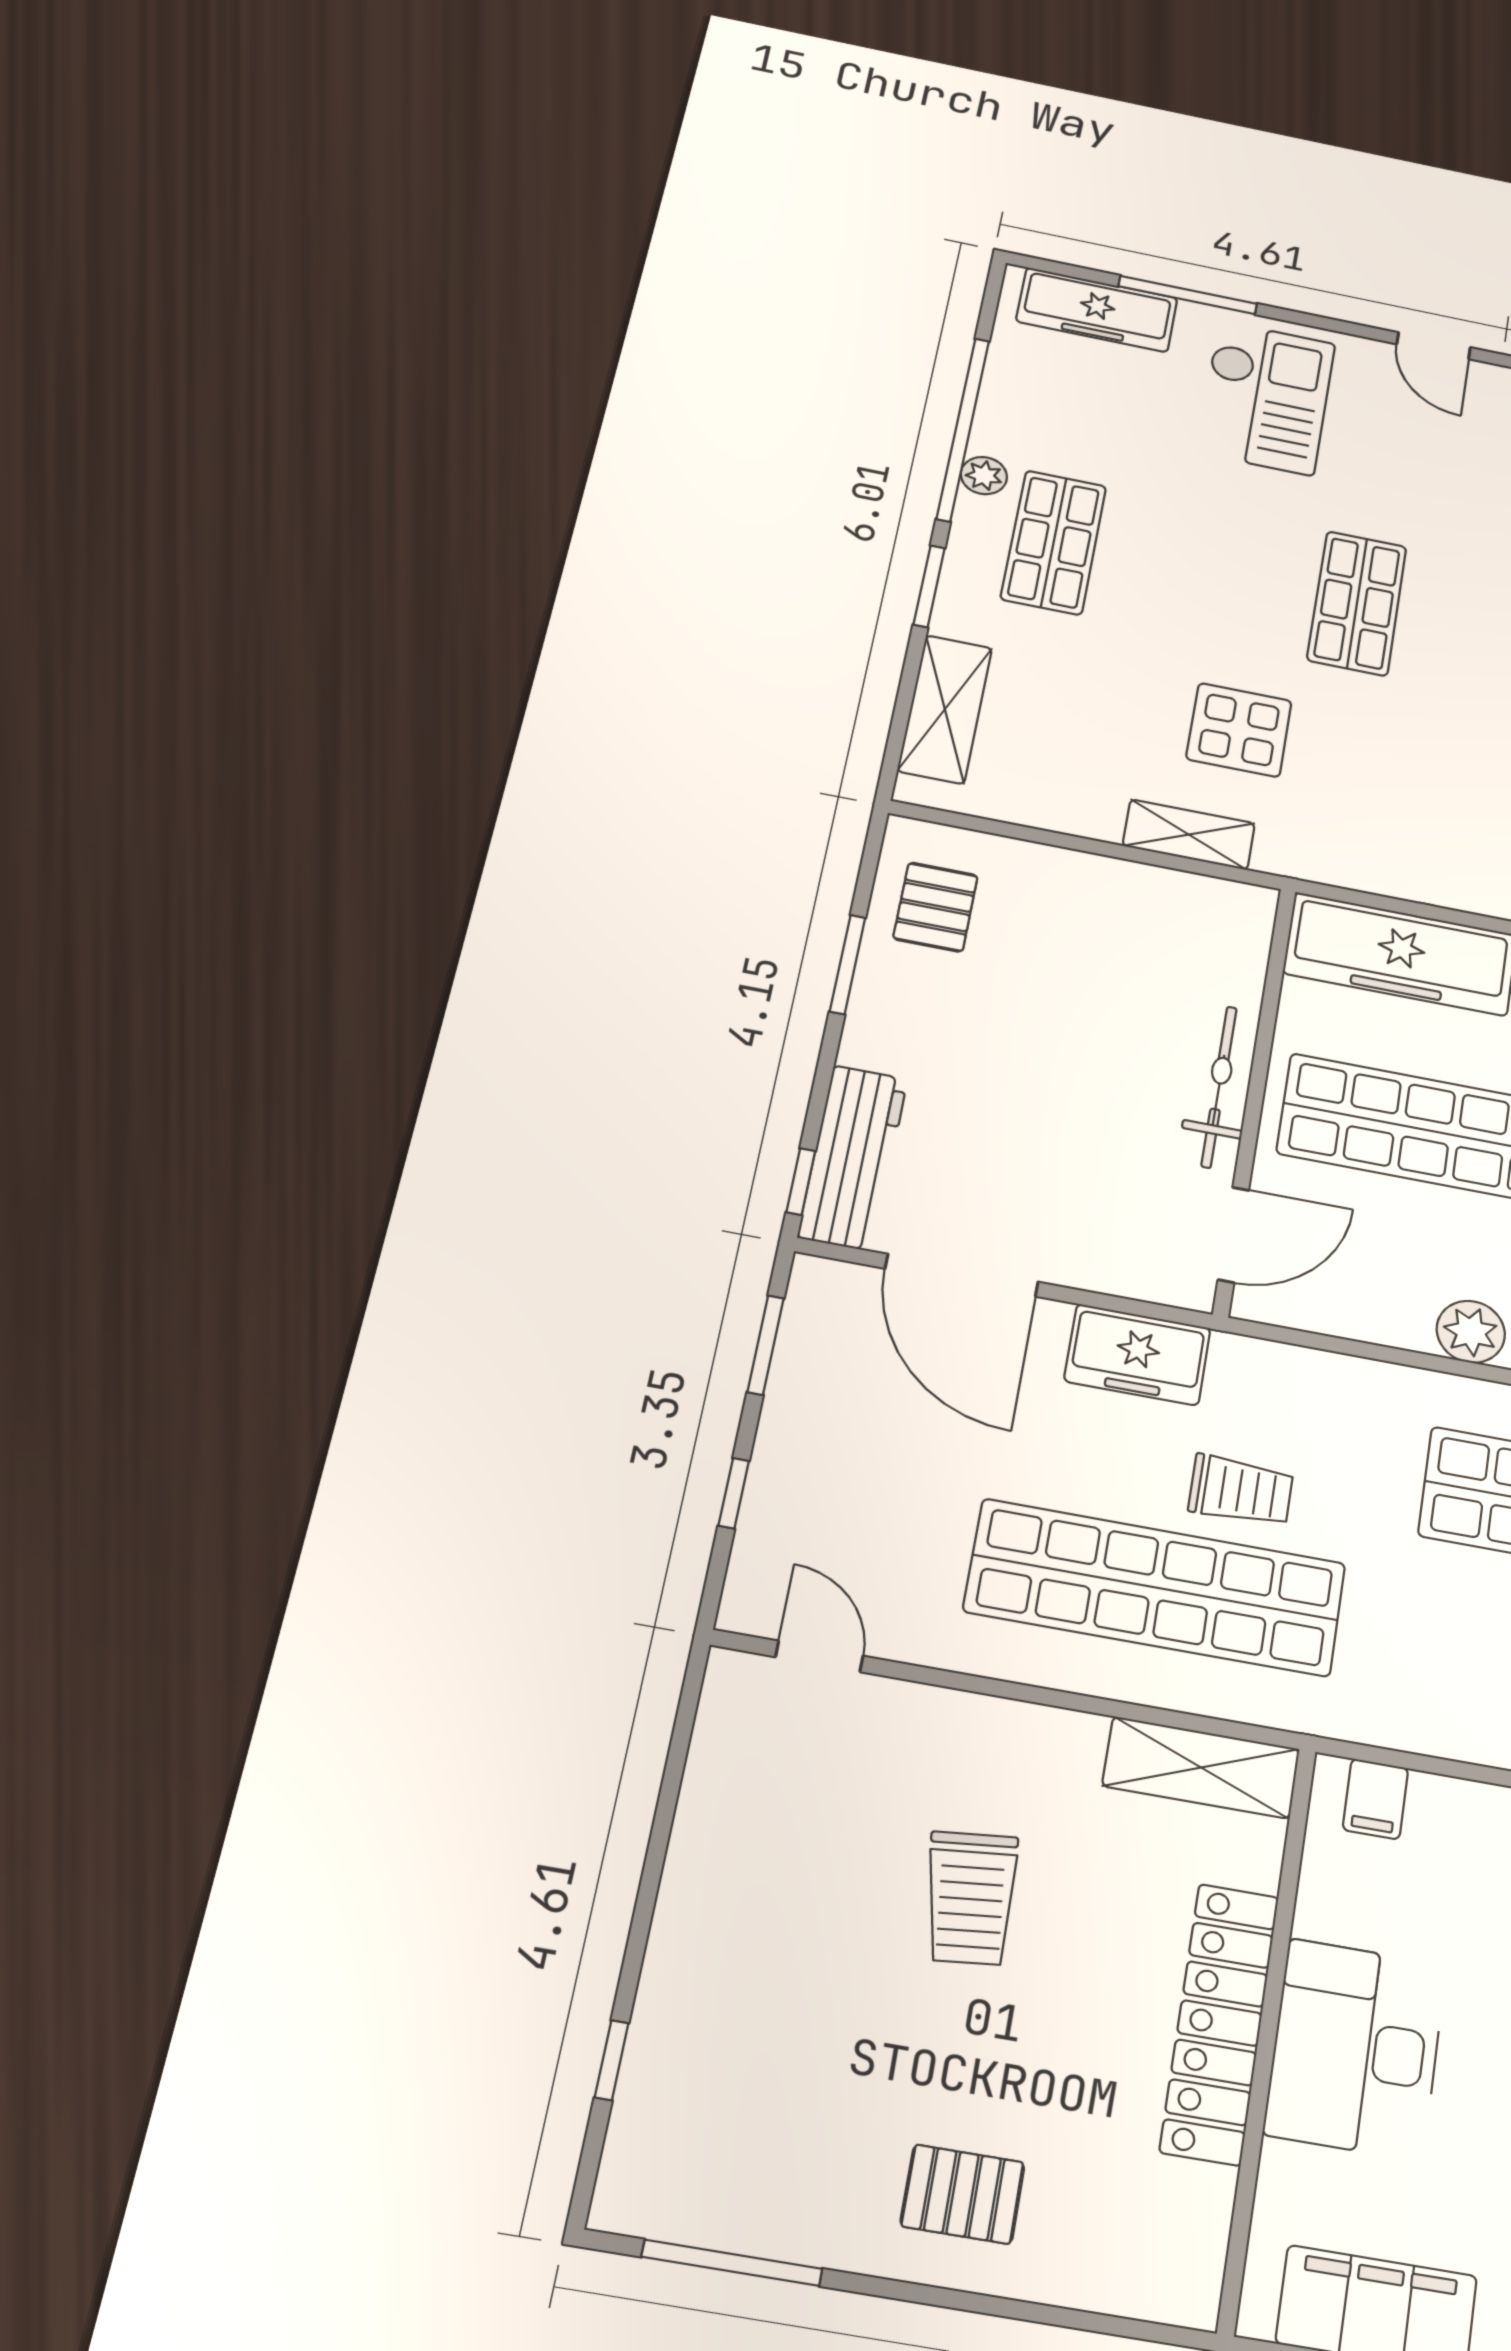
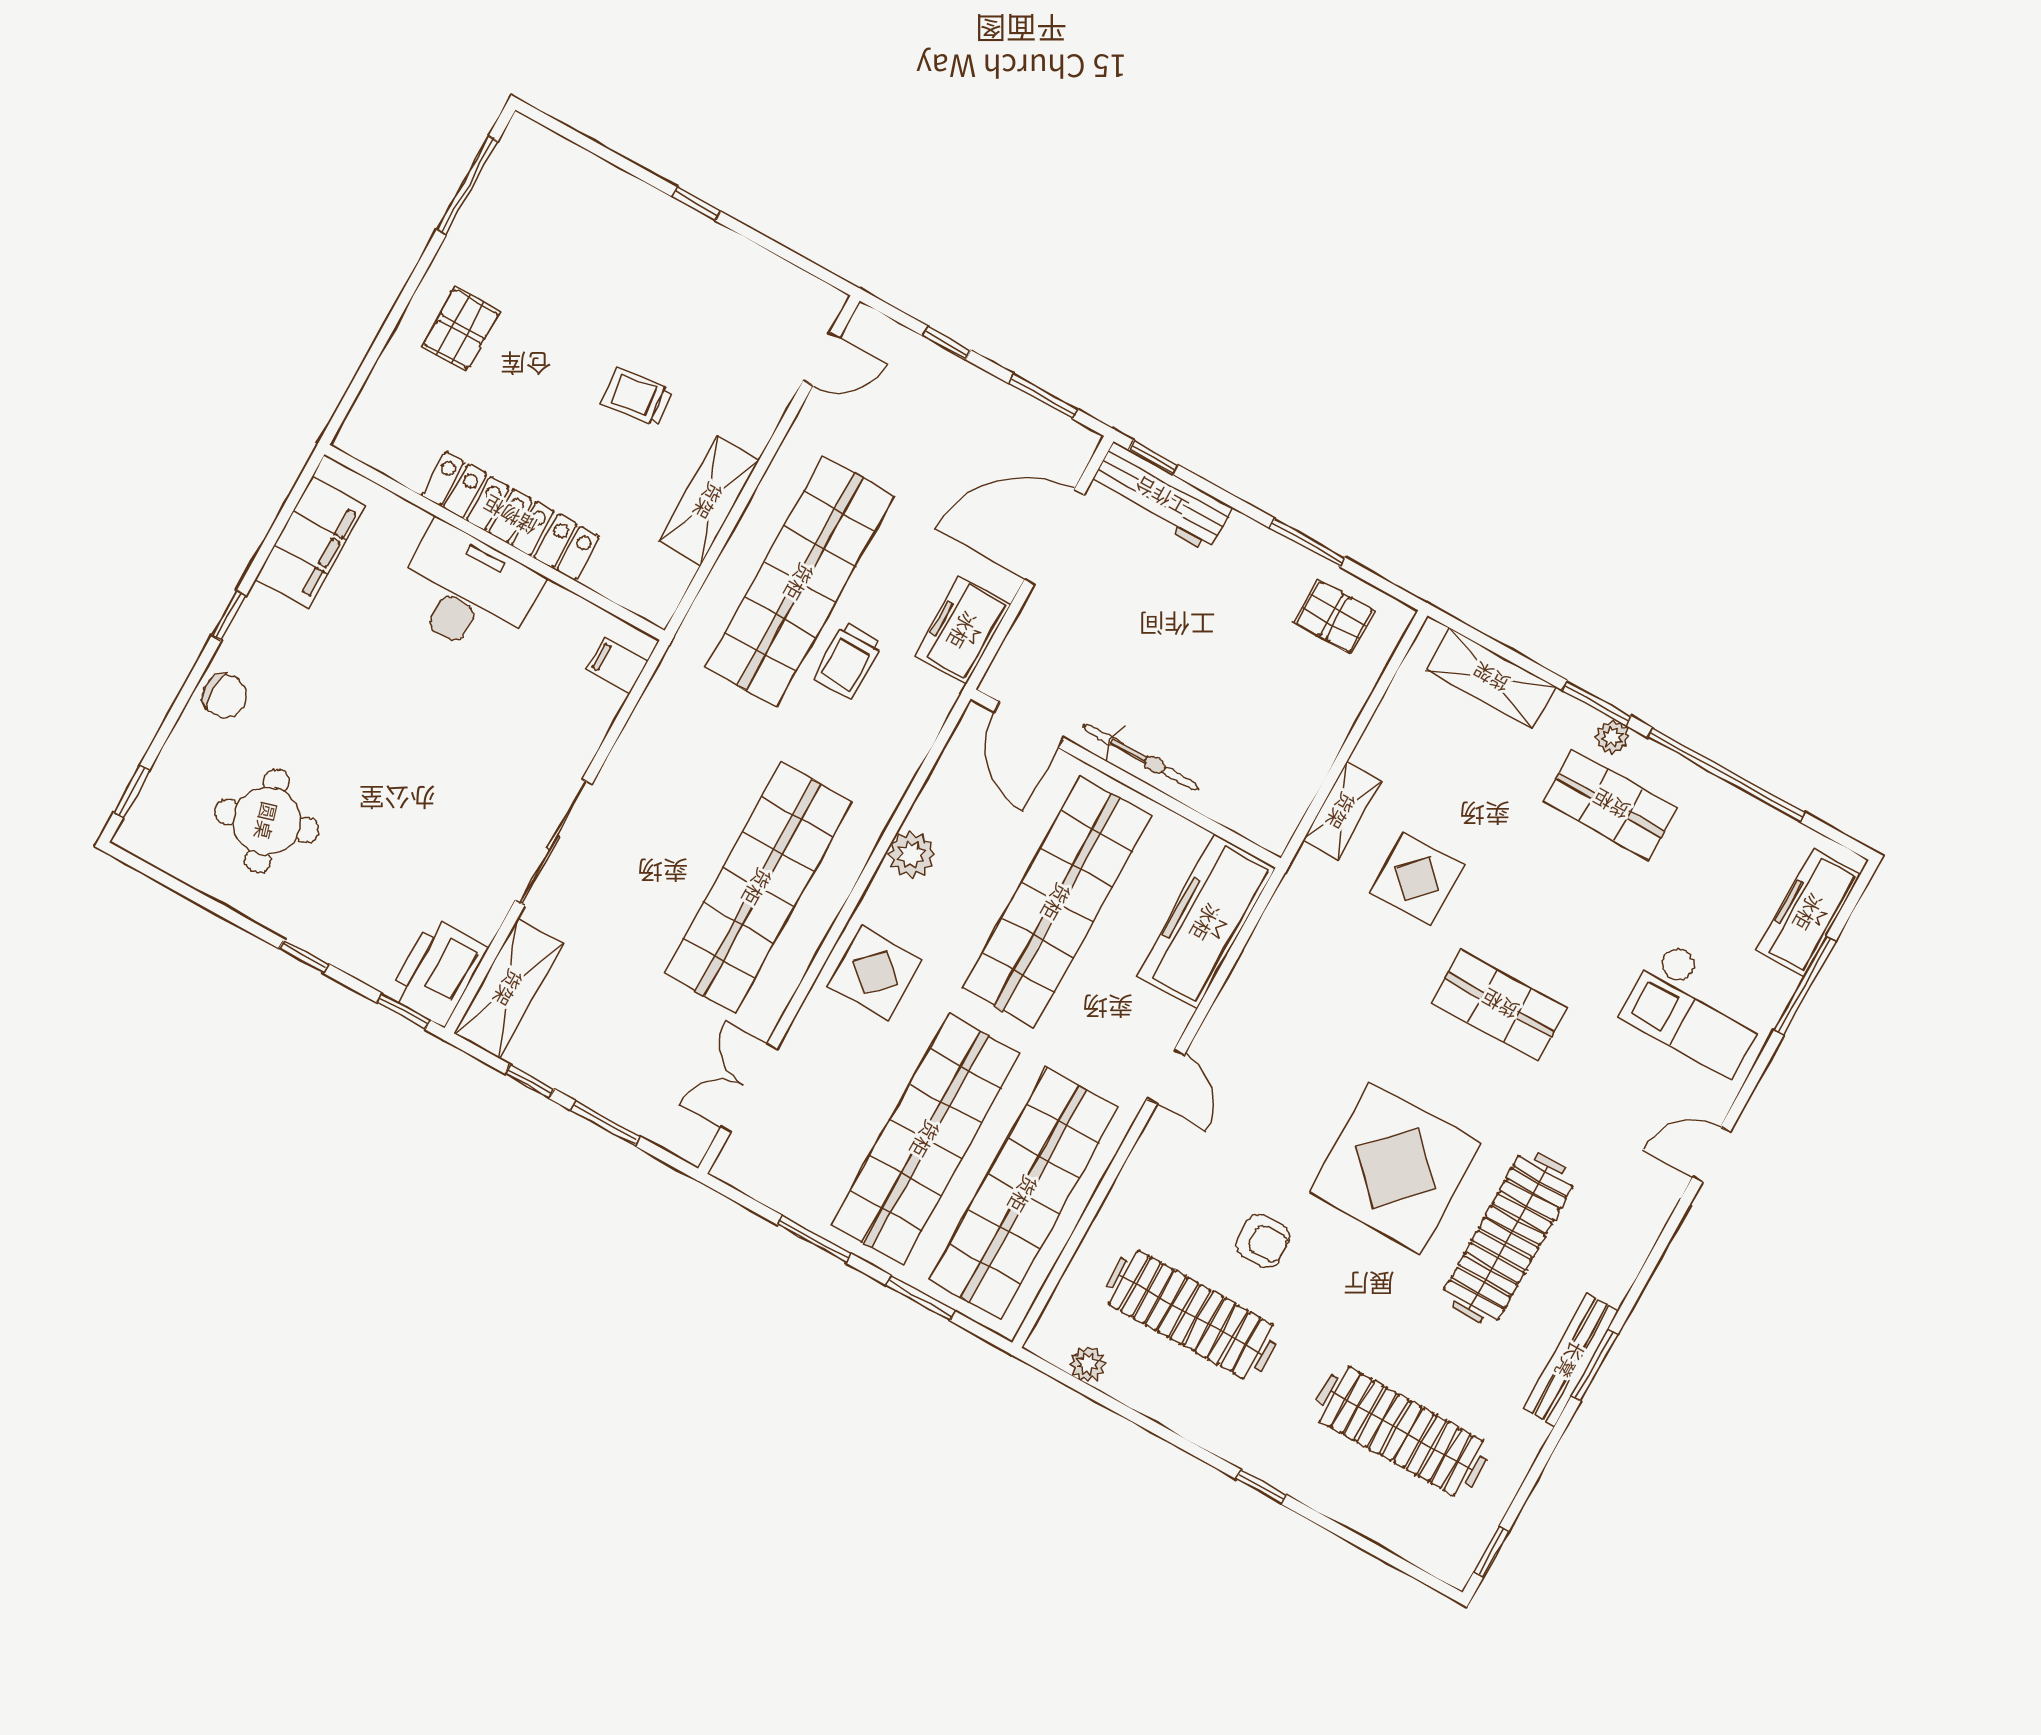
plant: (984, 476) -> (1612, 737), moved
shelving: (1201, 1767) -> (709, 501), moved
trolley: (971, 1898) -> (637, 397), width x0.73, depth x0.72
window: (612, 2060) -> (696, 204), moved

